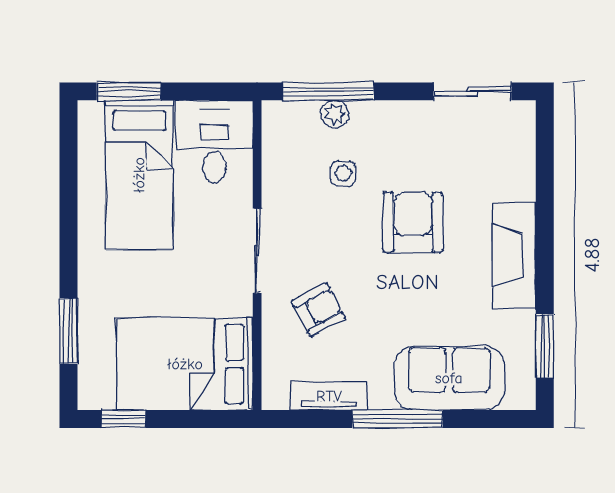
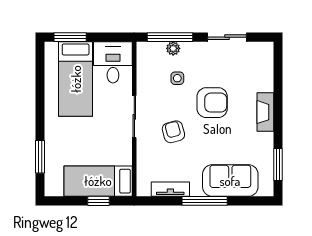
sliding door: (473, 91) -> (227, 37), moved
armchair: (413, 222) -> (212, 103), turned 90
fireplace: (514, 256) -> (265, 112), width x0.73, depth x0.76
armchair: (319, 310) -> (173, 132), moved, turned -77
bed: (185, 364) -> (98, 181), width x0.67
window: (124, 419) -> (99, 201), moved

